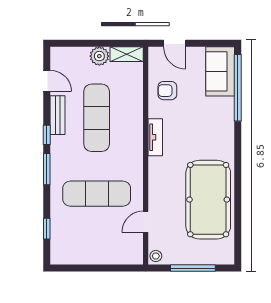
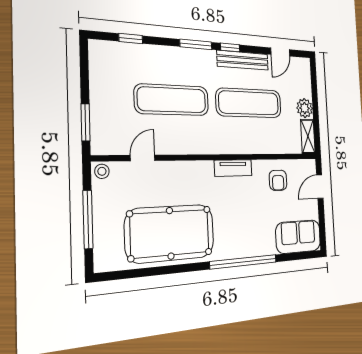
window: (238, 88) -> (244, 262), moved
armchair: (167, 91) -> (278, 180), turned 180
bench: (58, 115) -> (243, 60), width x1.36
exercise mat: (97, 194) -> (172, 100), turned 90
door: (146, 222) -> (143, 158), hinge flipped
window: (117, 268) -> (86, 122), added

